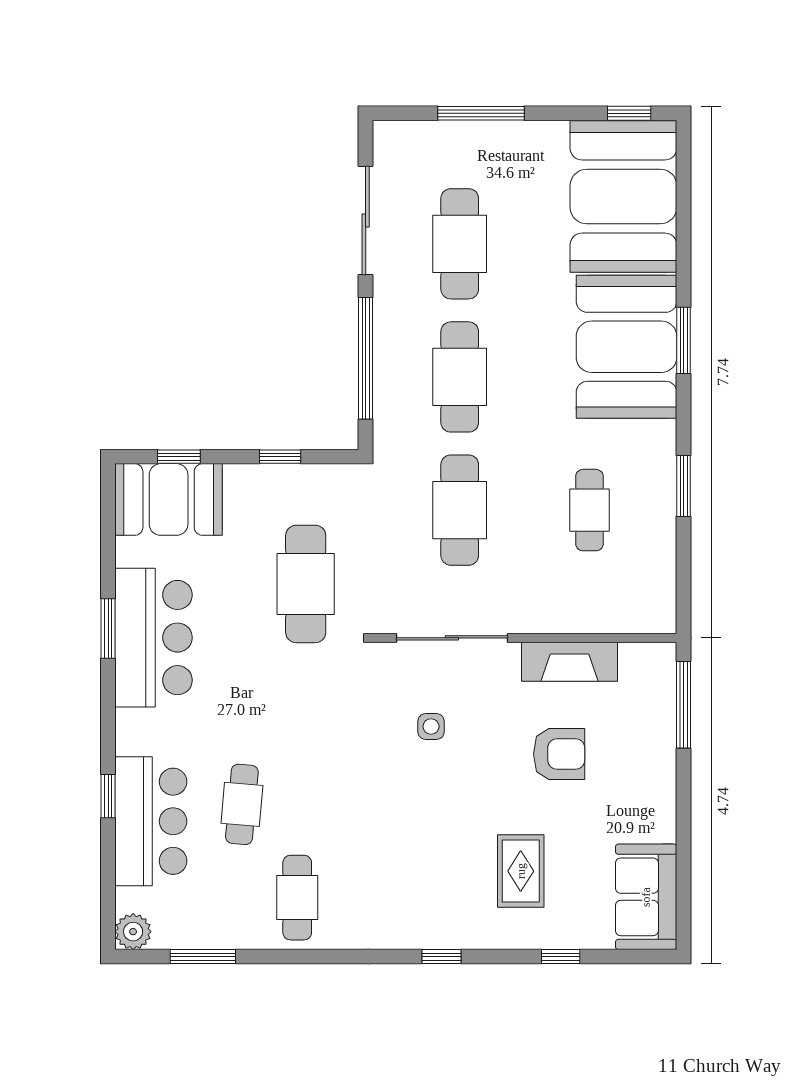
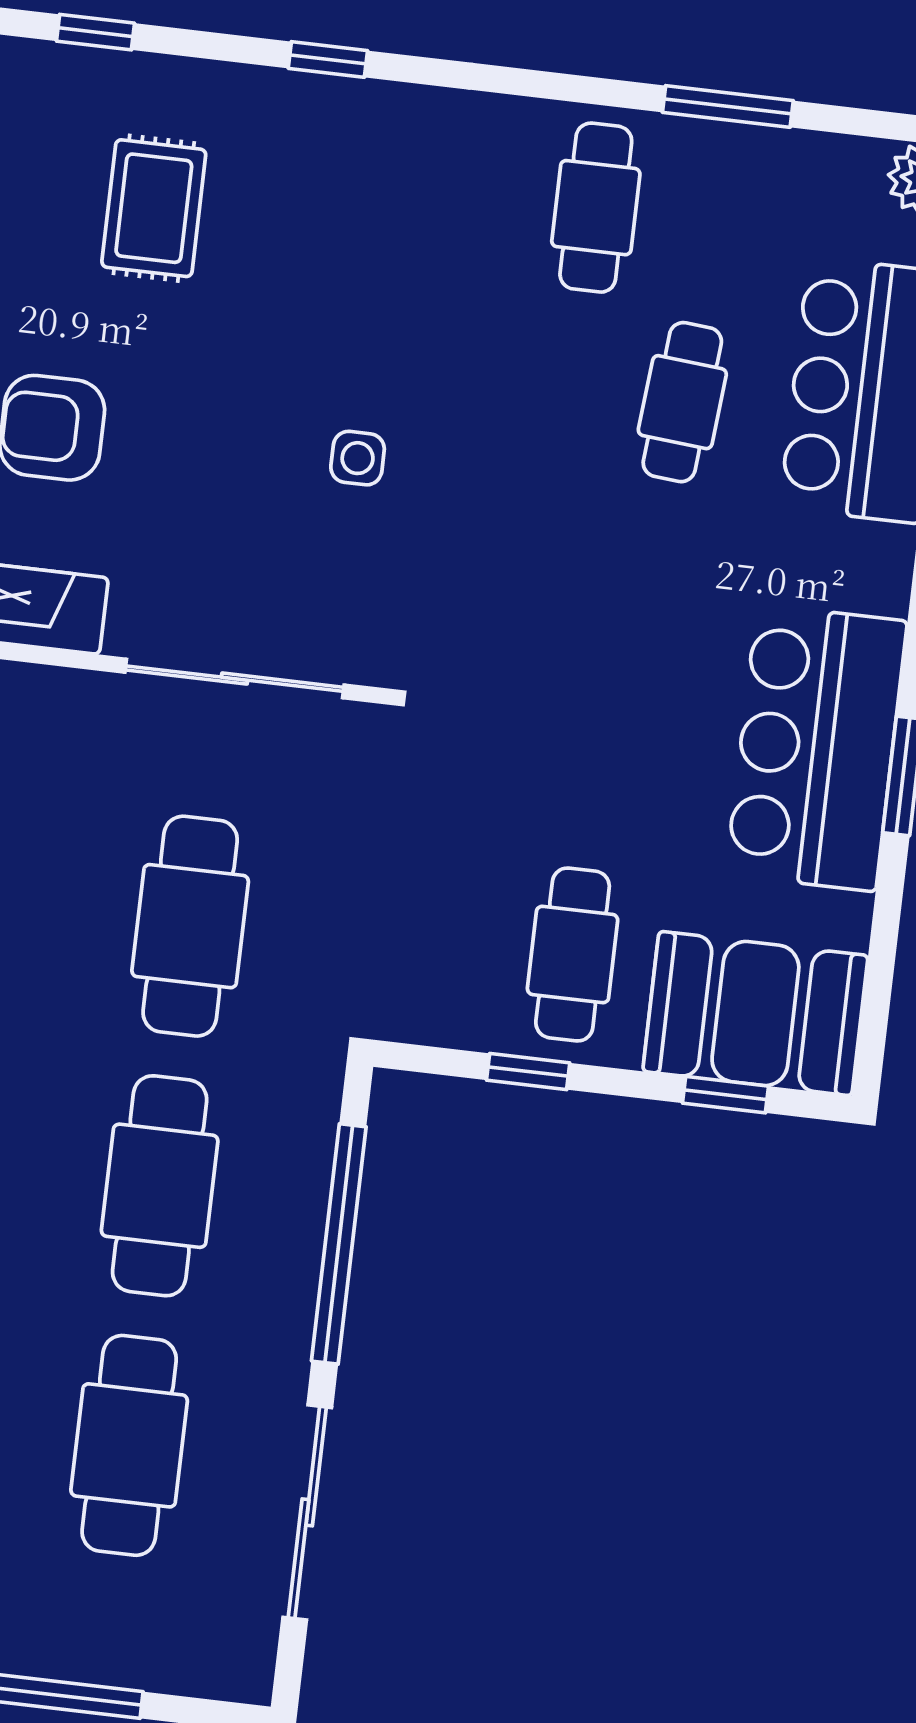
cafe table: (306, 584) -> (573, 954), moved, width x0.73, depth x0.74
side table: (431, 727) -> (358, 458), moved
window: (203, 957) -> (728, 106), moved

